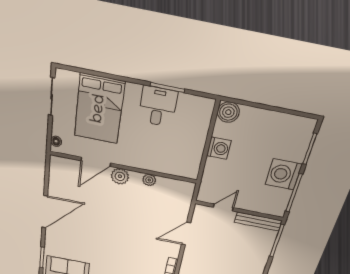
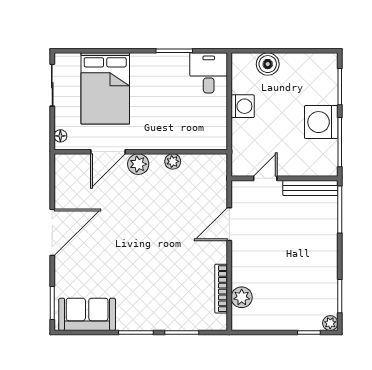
desk: (158, 106) -> (209, 73), moved
boiler: (228, 112) -> (268, 64), moved

